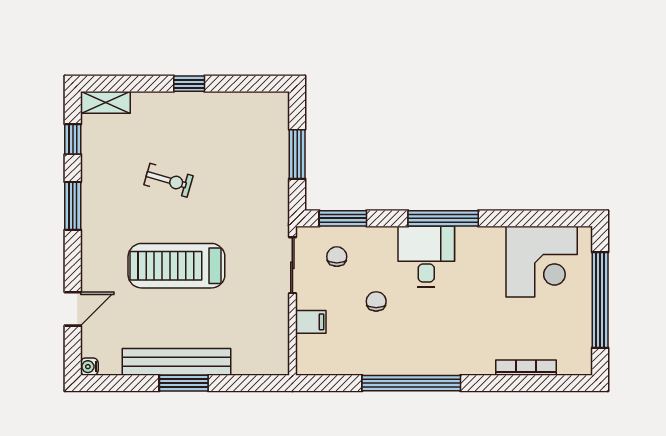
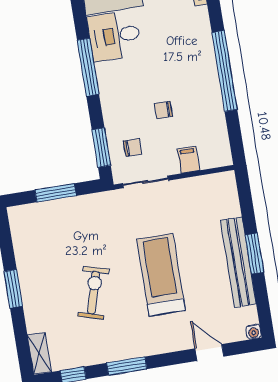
window: (189, 84) -> (13, 289), width x1.50
exercise bike: (168, 180) -> (94, 293), width x1.38, depth x1.39
chair: (337, 257) -> (133, 147), turned 180
desk: (426, 257) -> (114, 36), moved
treadmill: (176, 266) -> (161, 275), turned 180

